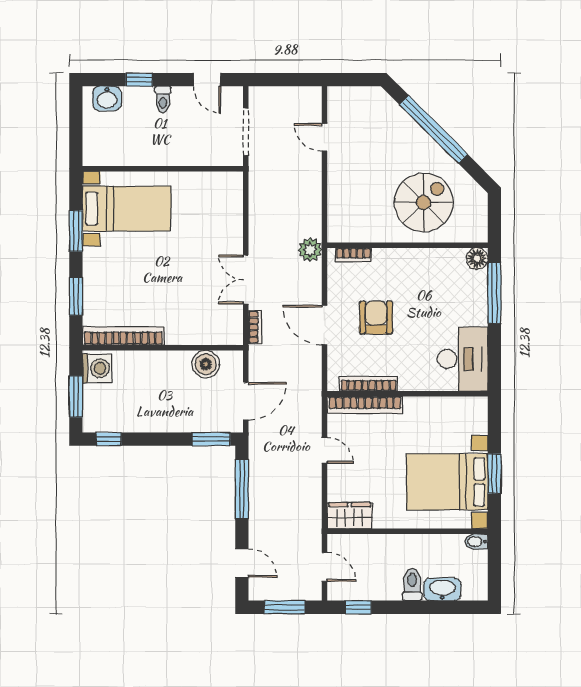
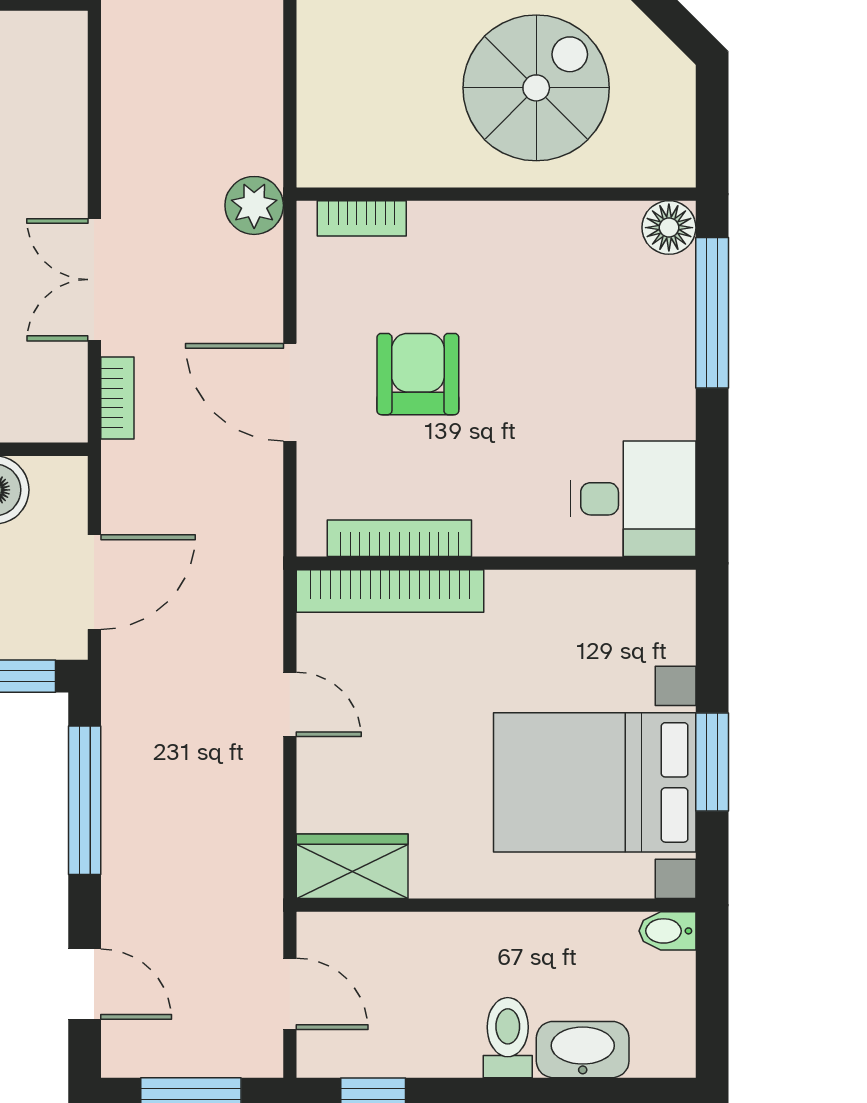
desk: (463, 359) -> (633, 499), width x0.73

